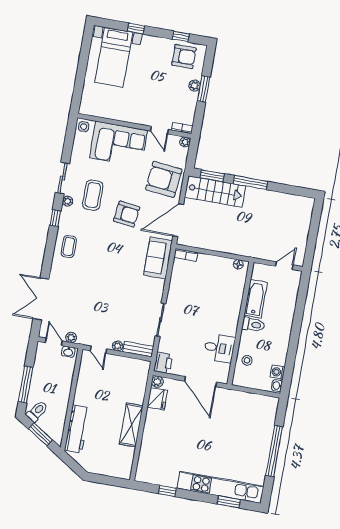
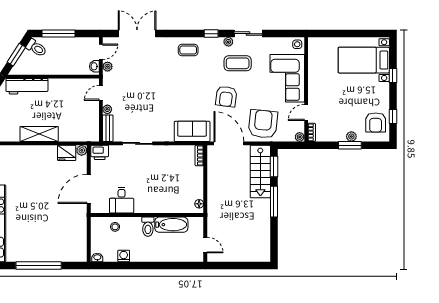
washing machine: (278, 372) -> (124, 256), moved

